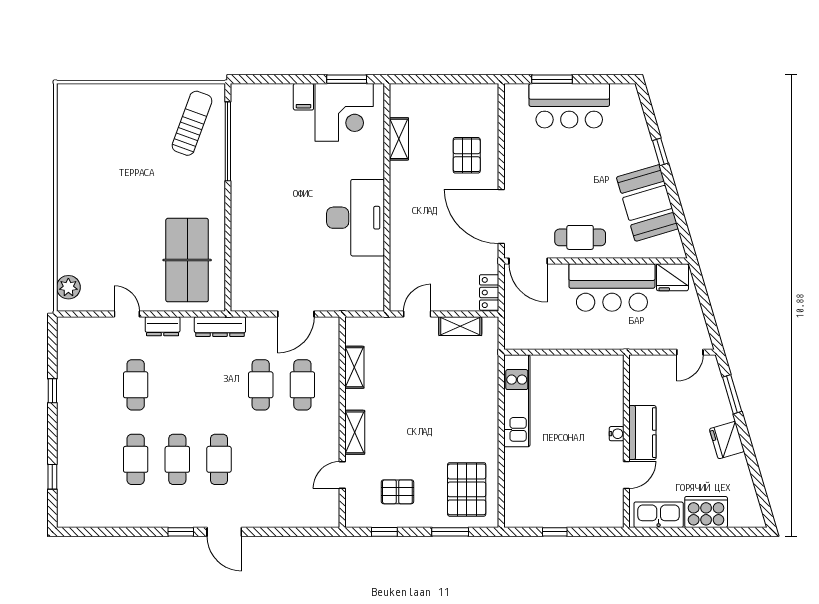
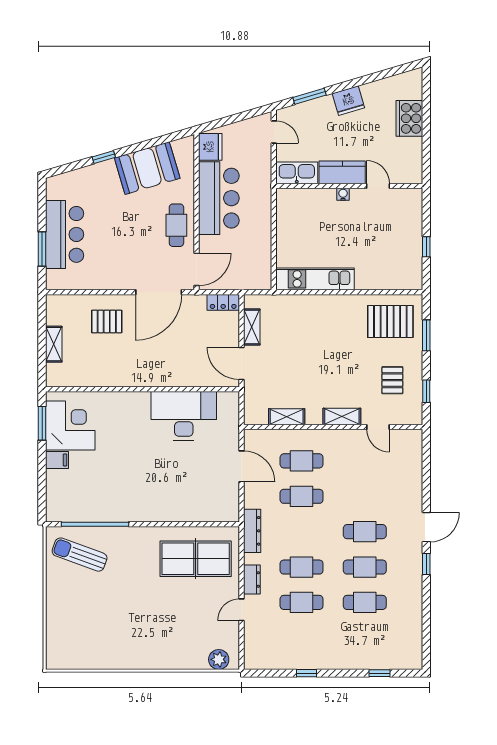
shelving: (399, 139) -> (54, 344), moved, turned 90
desk: (355, 218) -> (184, 416), moved
door: (417, 314) -> (241, 363), width x1.38
cafe table: (177, 385) -> (302, 567), added
kitchen sink: (659, 515) -> (297, 173), moved, turned 90

